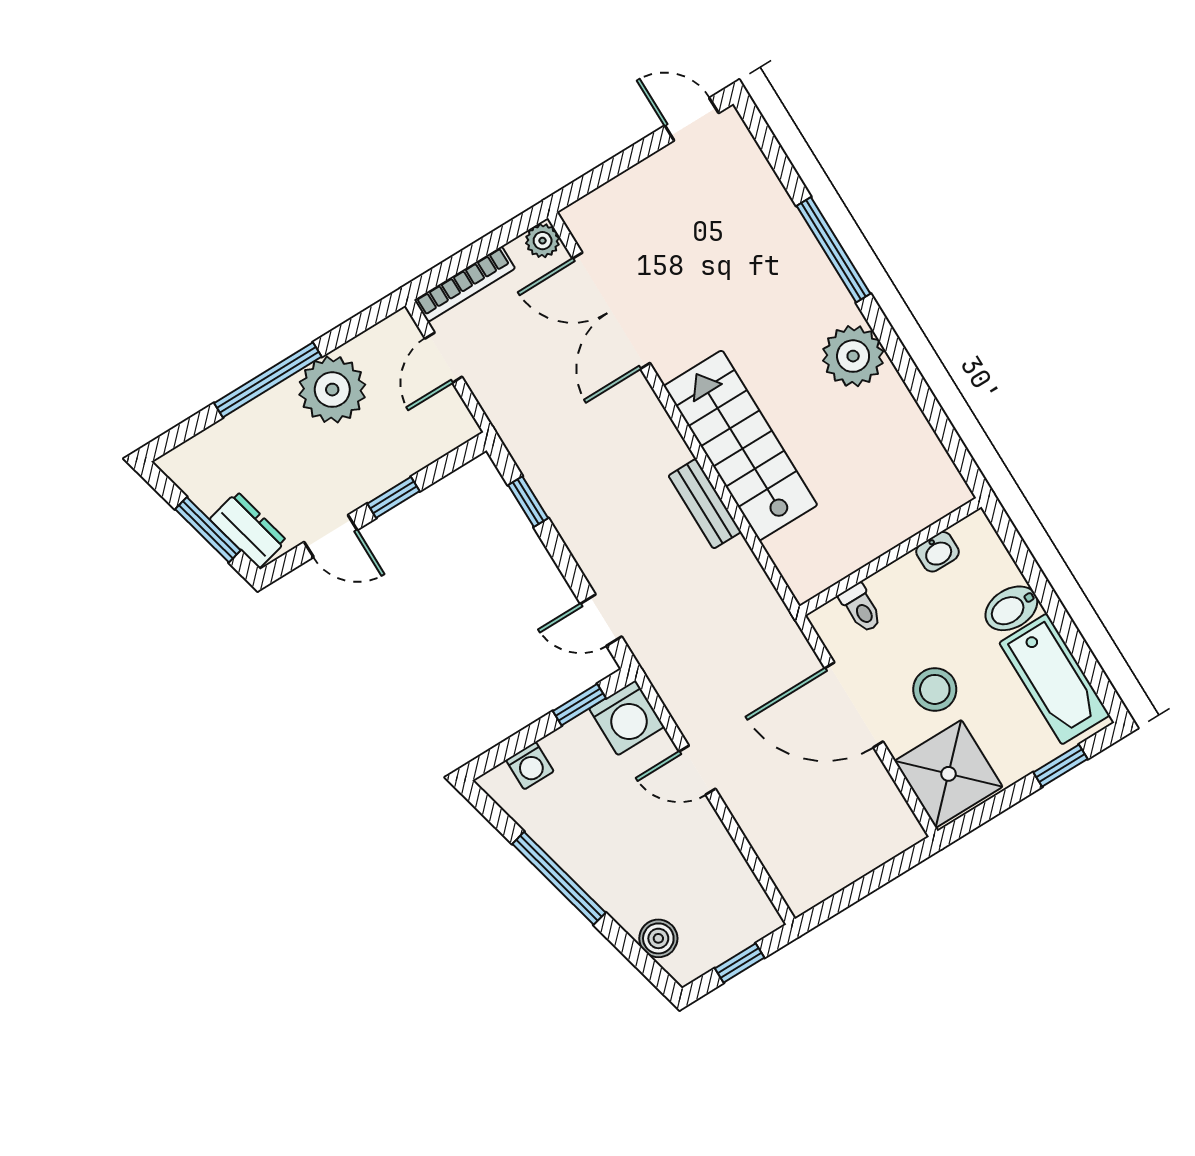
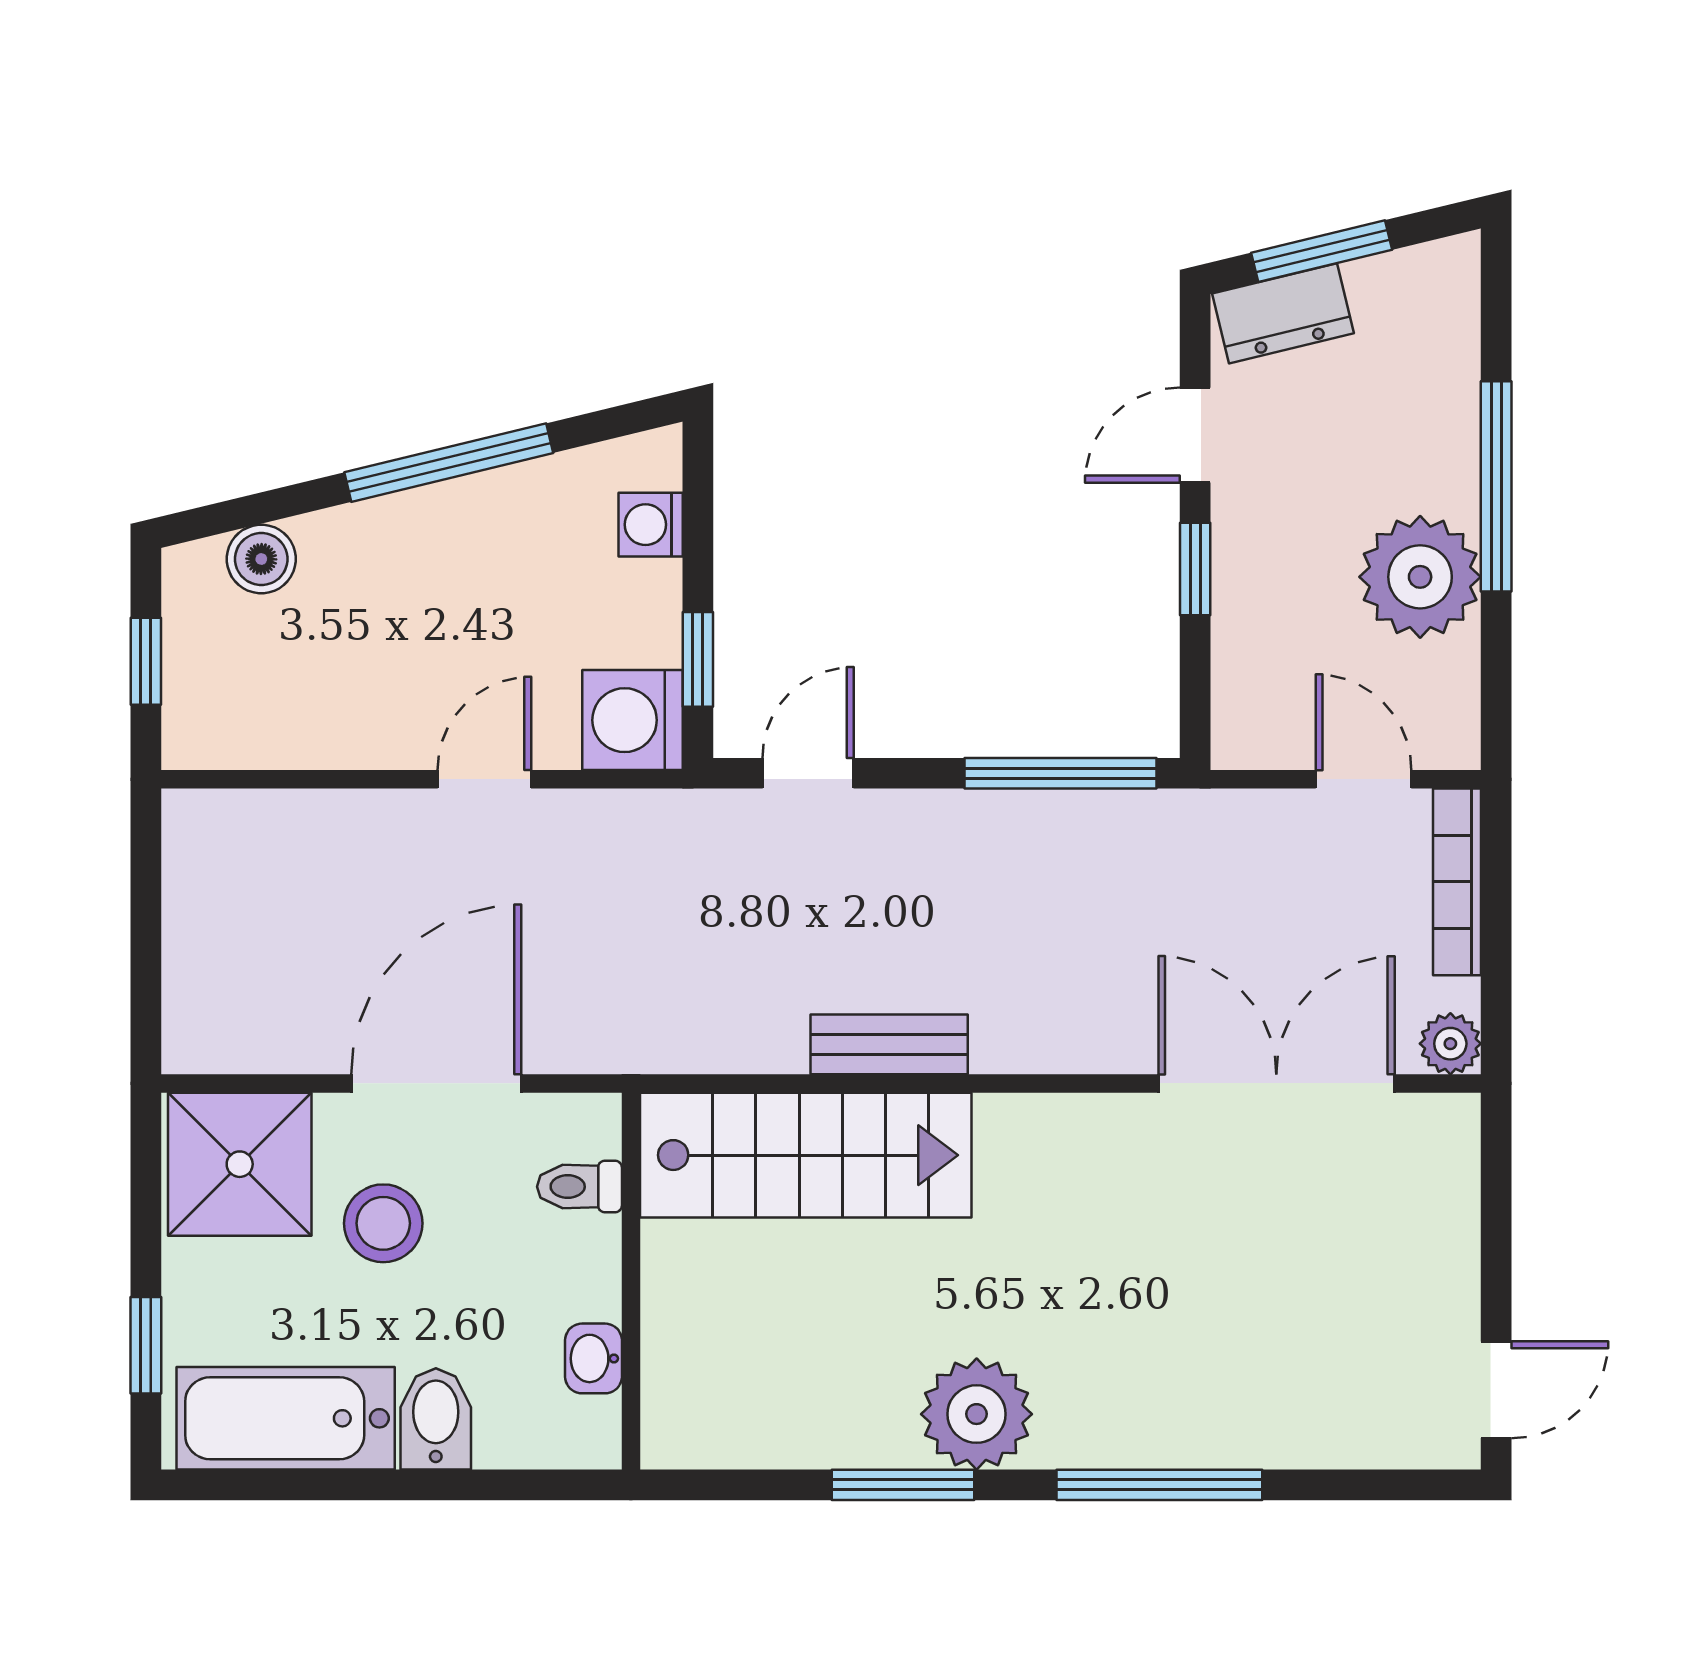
window: (907, 370) -> (903, 1485), added
stairs: (741, 445) -> (806, 1155), moved
window: (528, 502) -> (1060, 773), width x2.17

